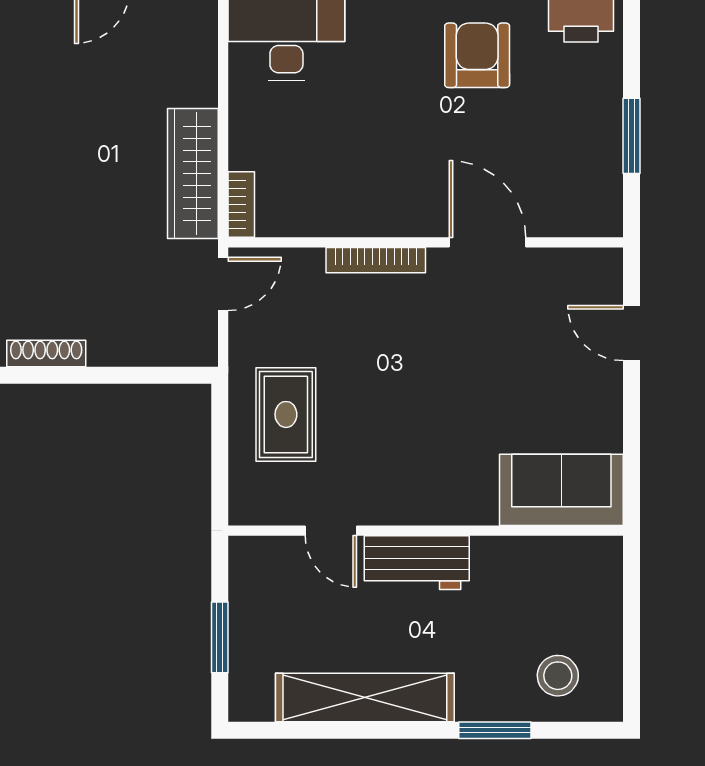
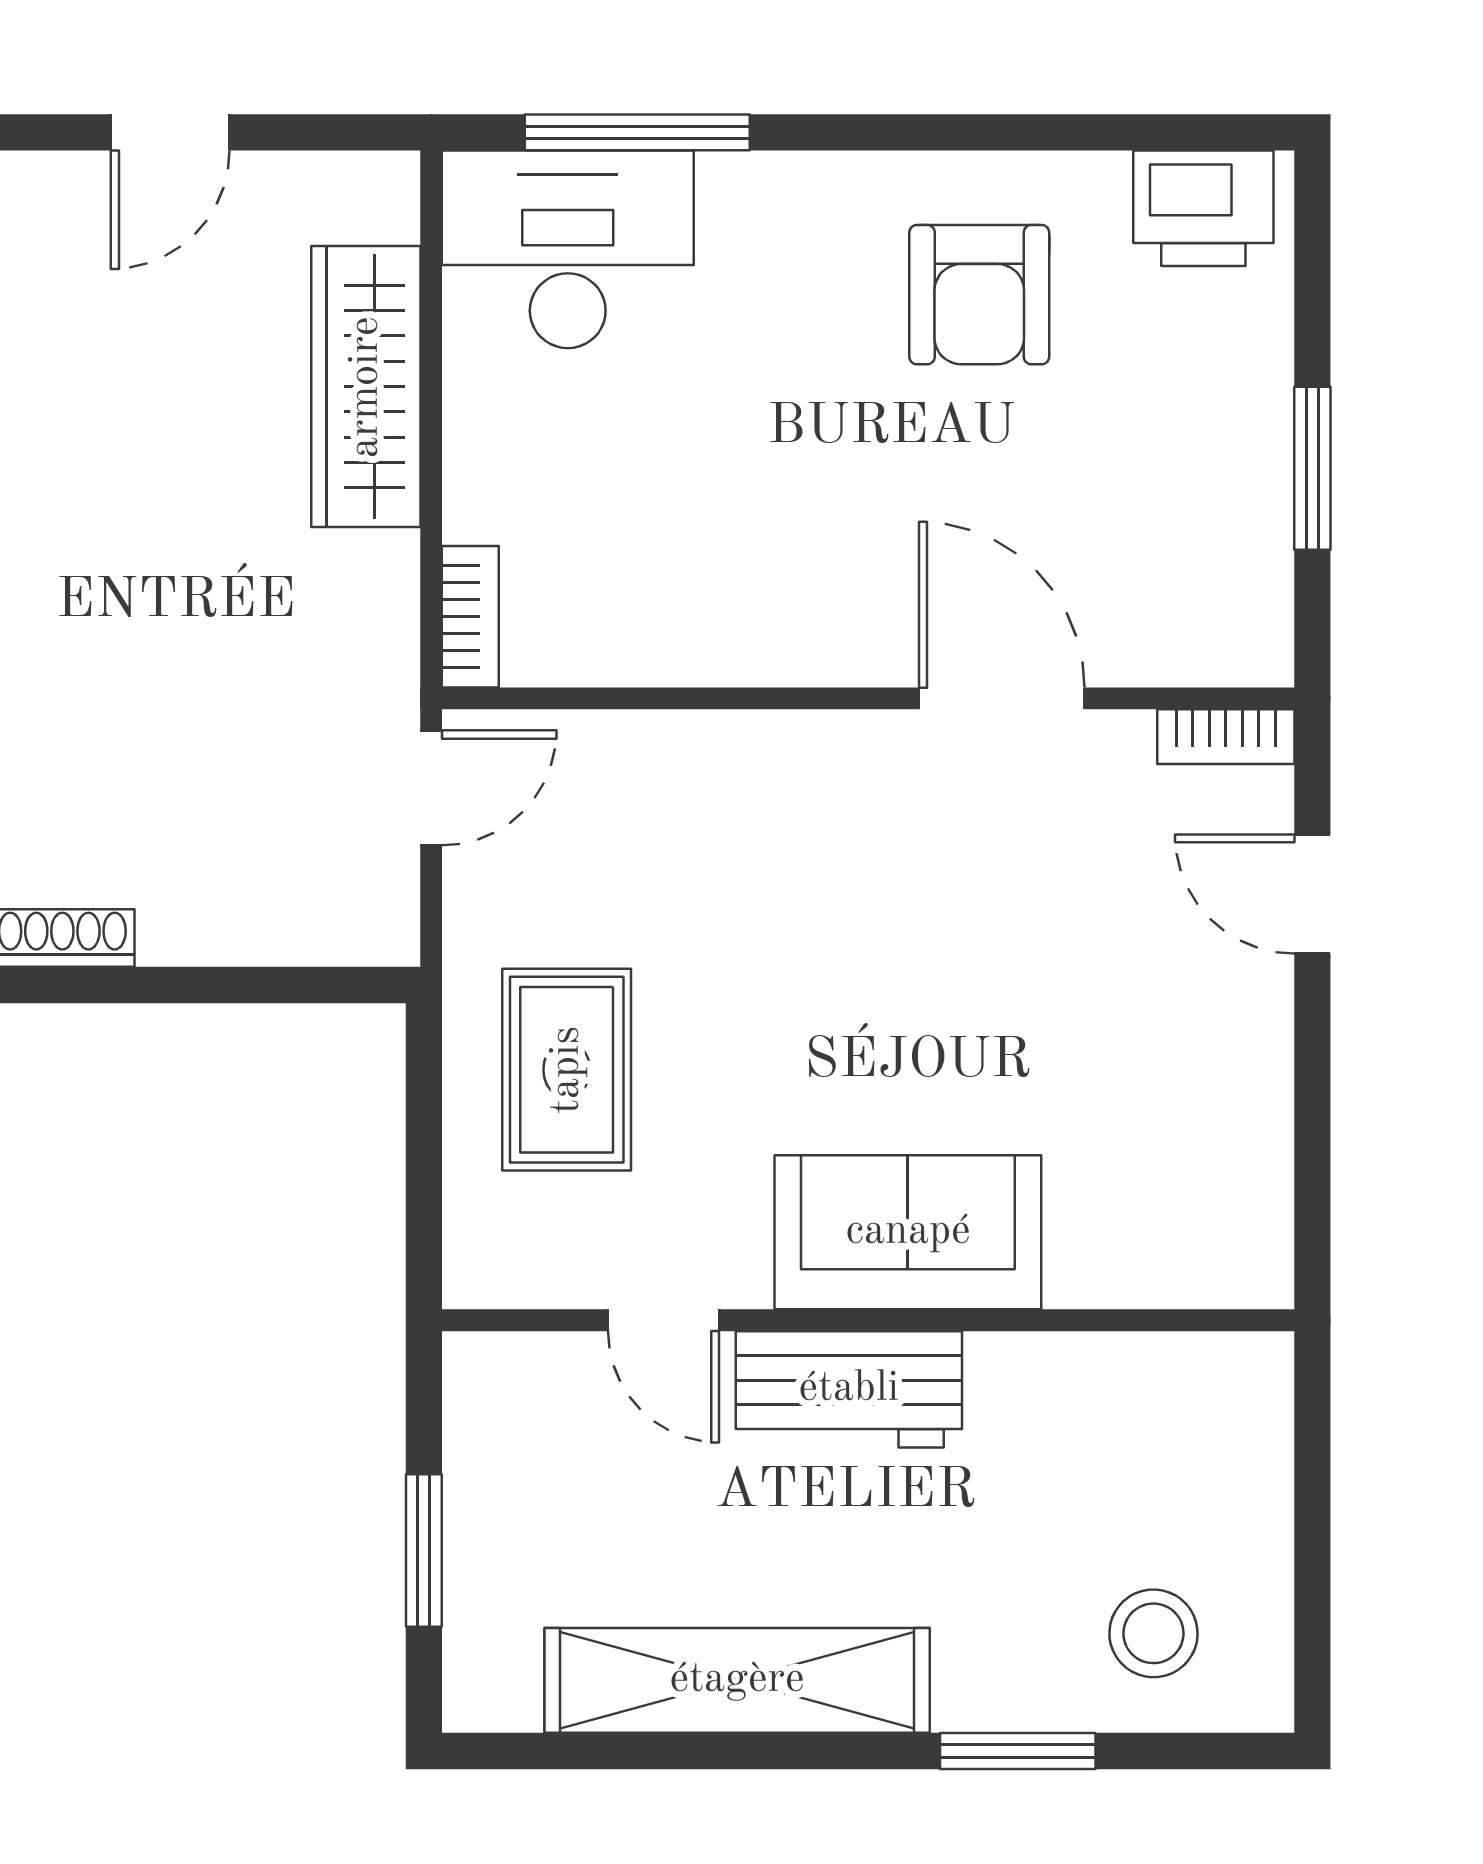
armchair: (477, 55) -> (979, 295), turned 180
wardrobe: (193, 174) -> (366, 387), moved
bookcase: (376, 260) -> (1226, 737), moved, width x0.64
sofa: (561, 490) -> (908, 1232), moved

